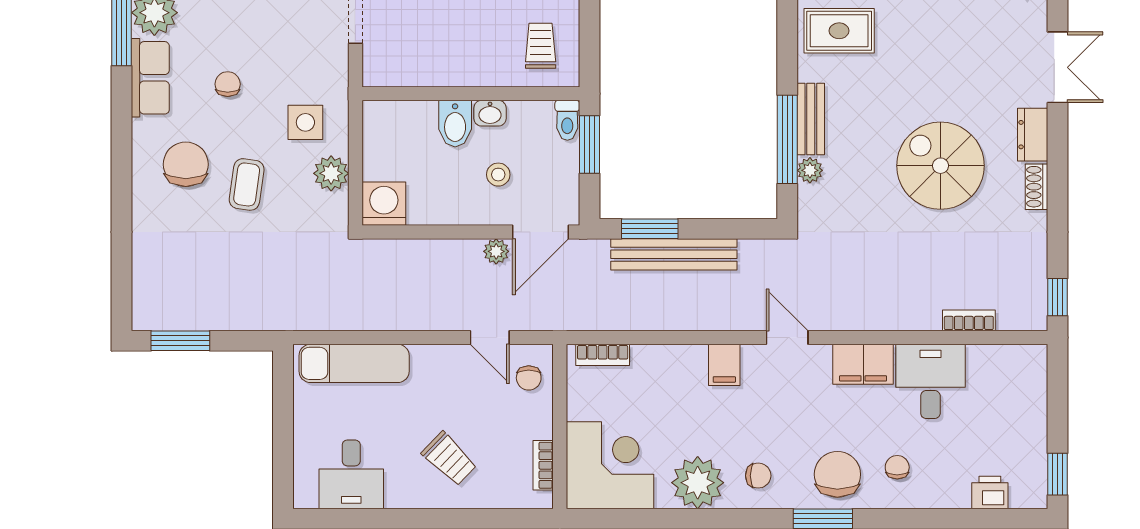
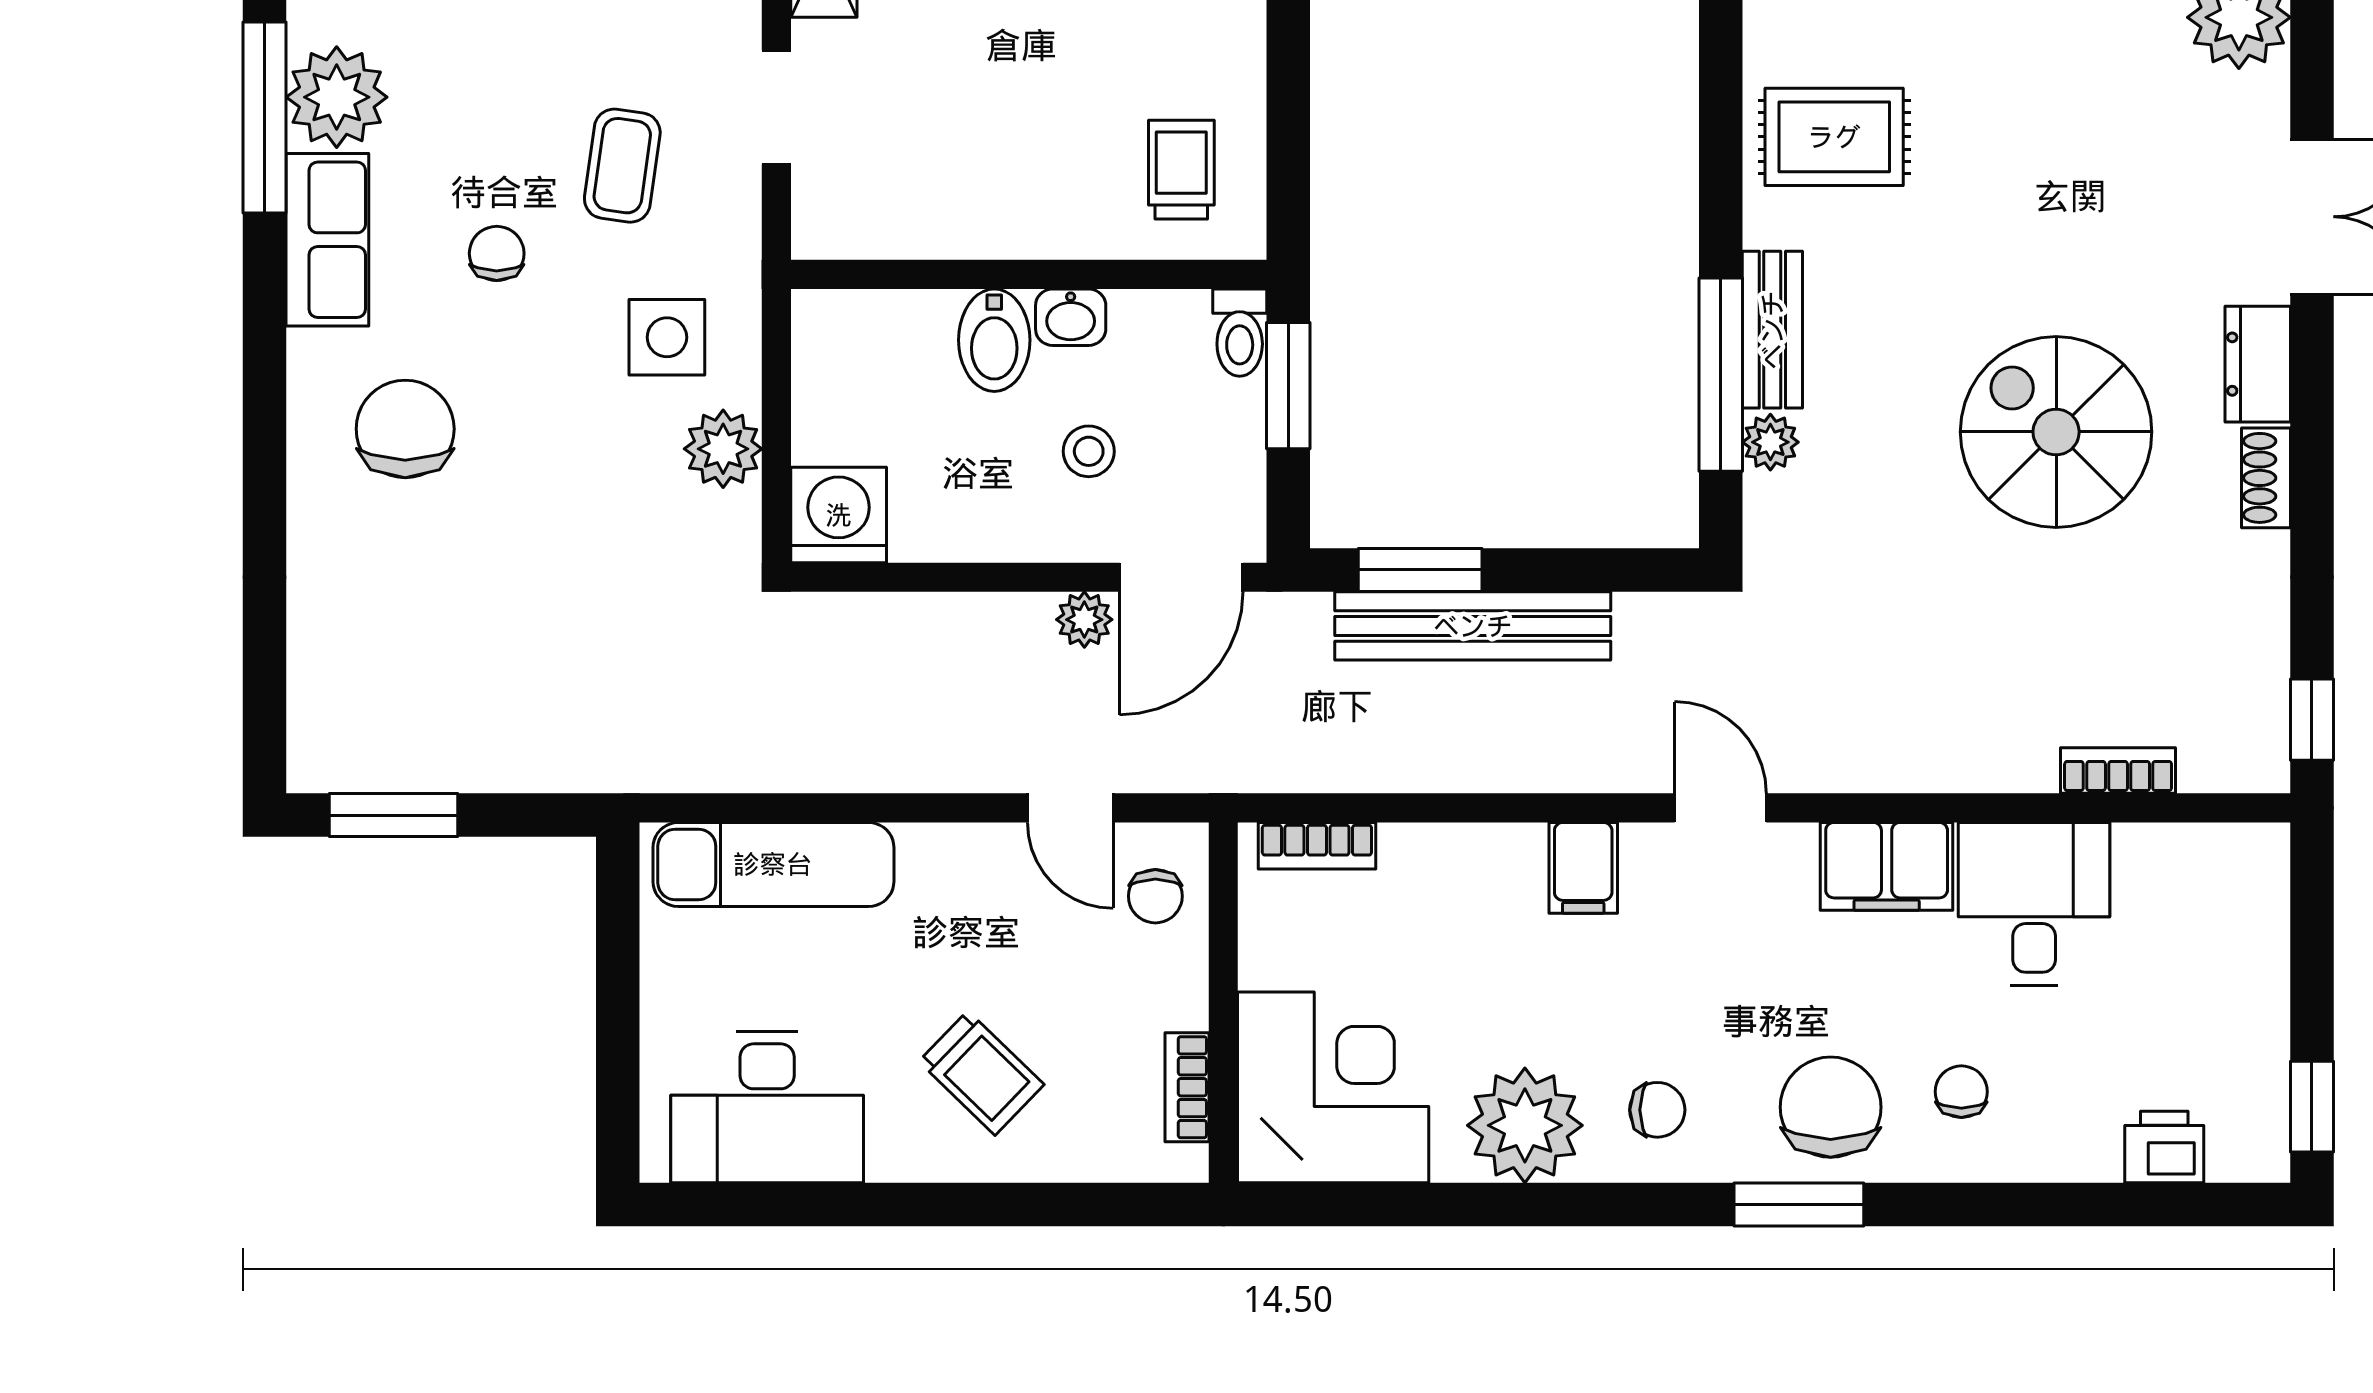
coffee table: (247, 184) -> (622, 166), moved
desk: (351, 474) -> (767, 1107), width x1.37

